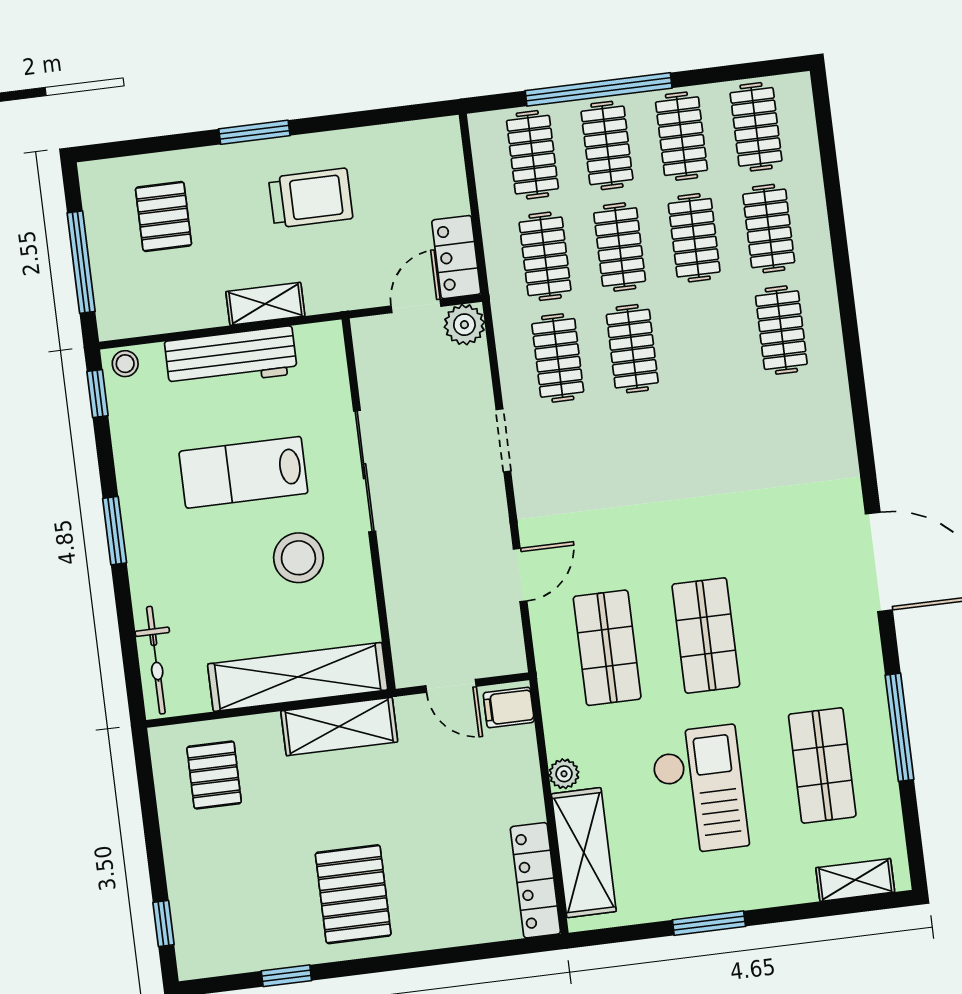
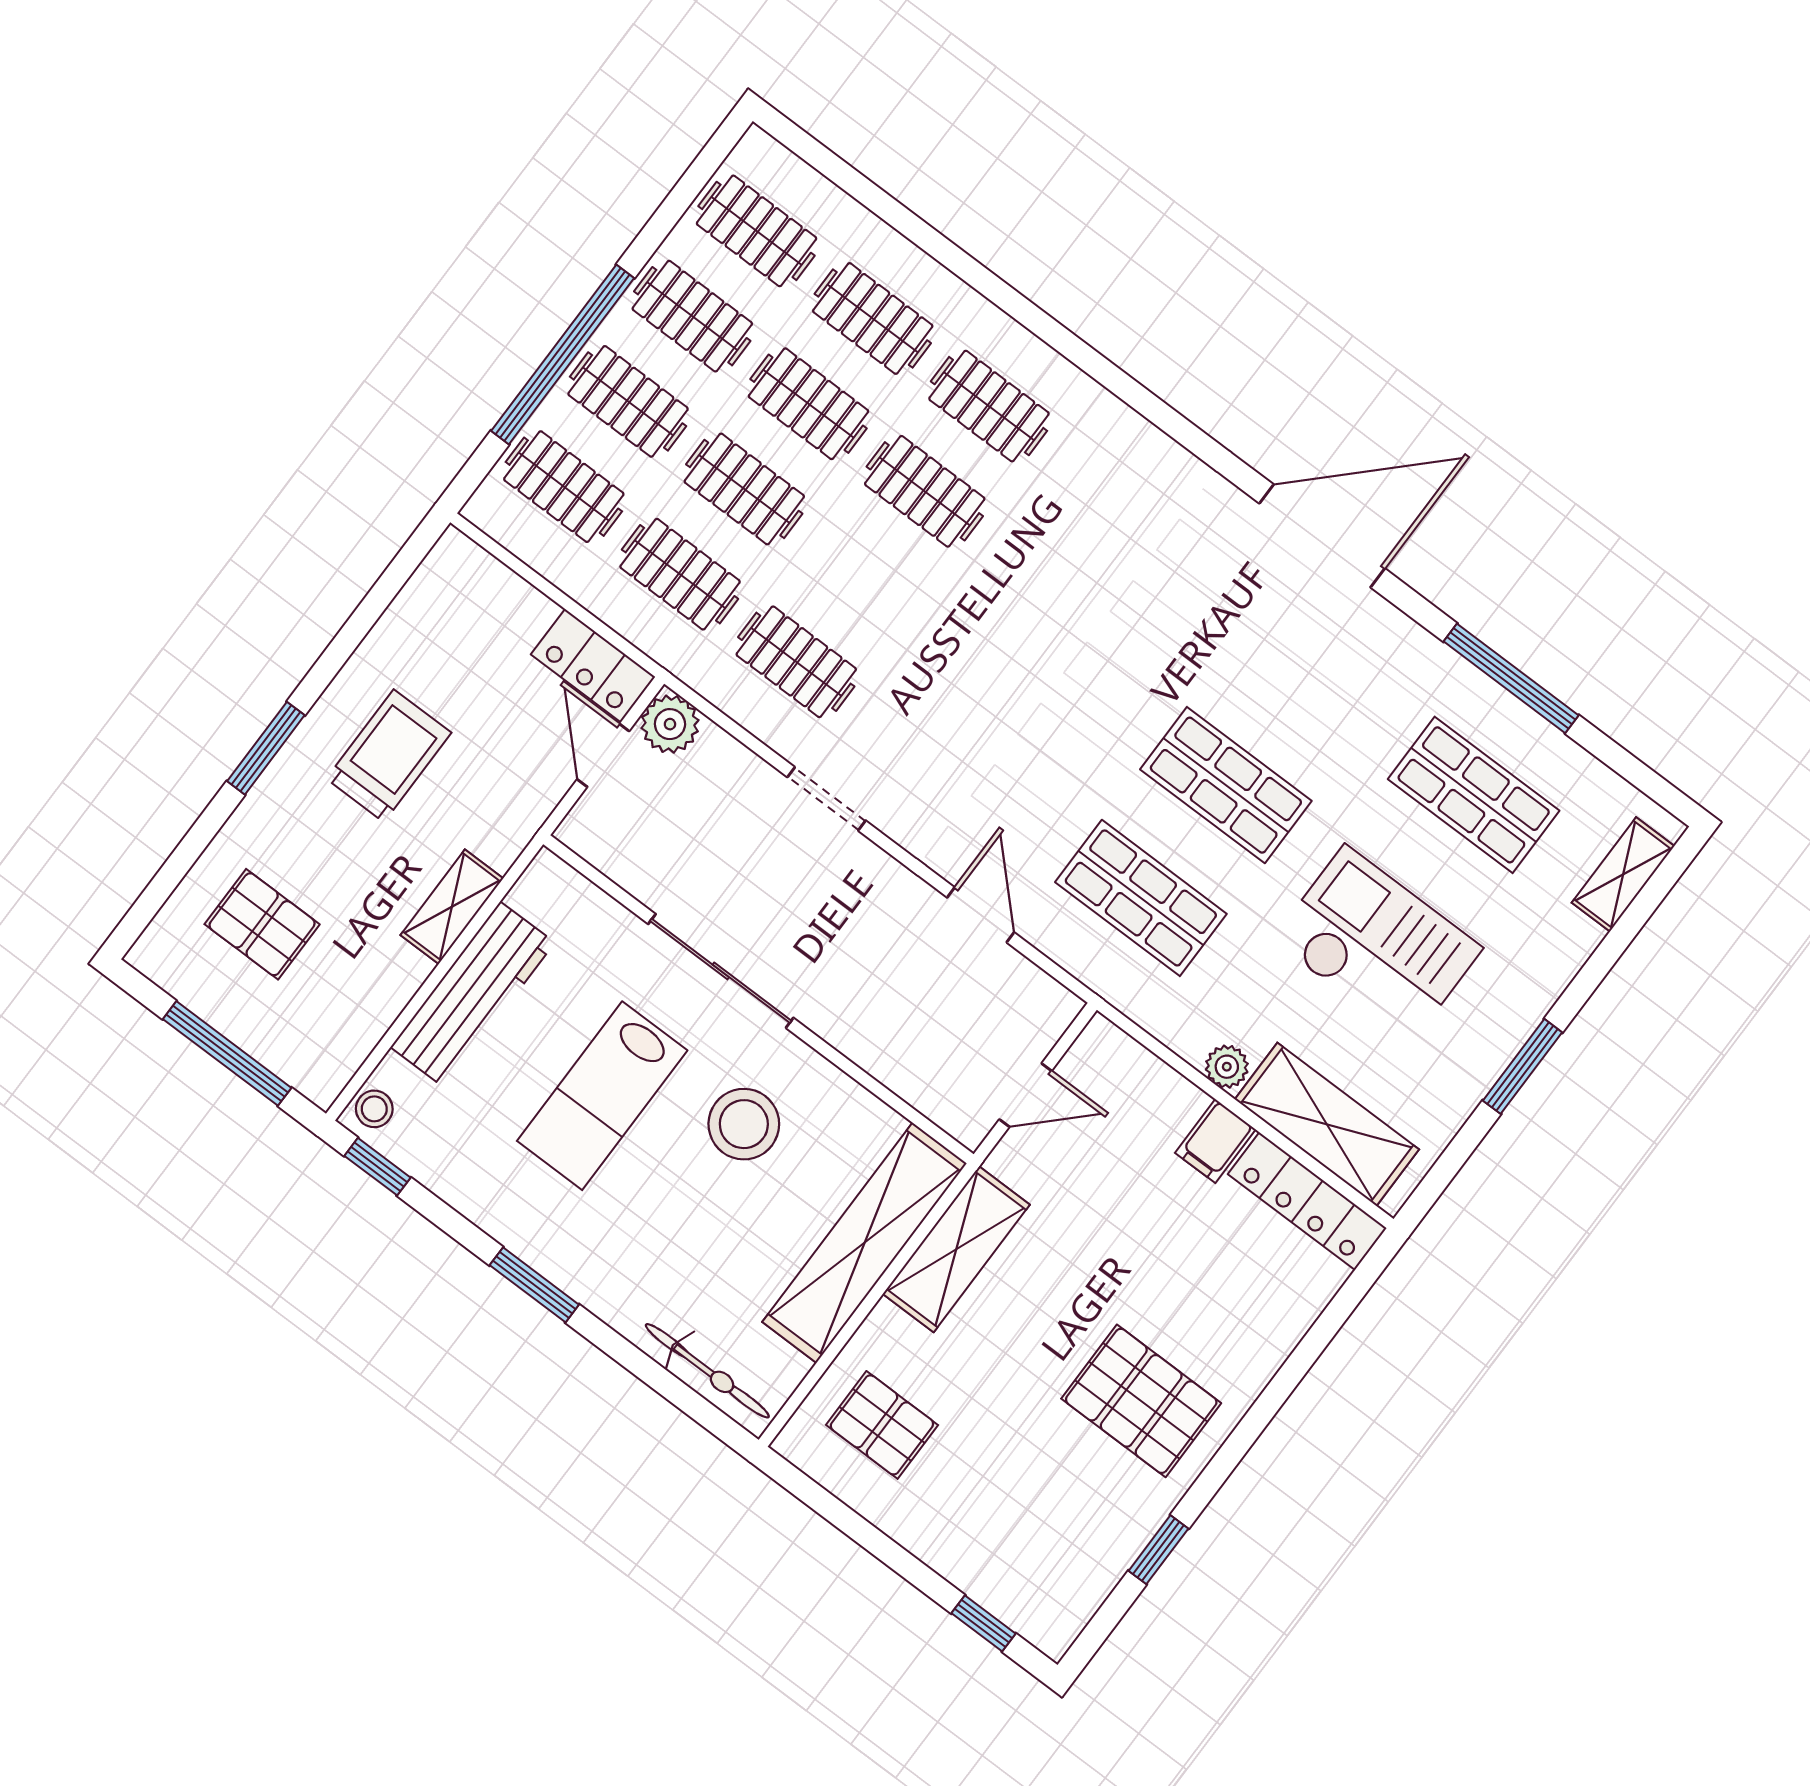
clothes rail: (632, 349) -> (925, 491), moved
filing cabinet: (509, 707) -> (1215, 1141), moved

